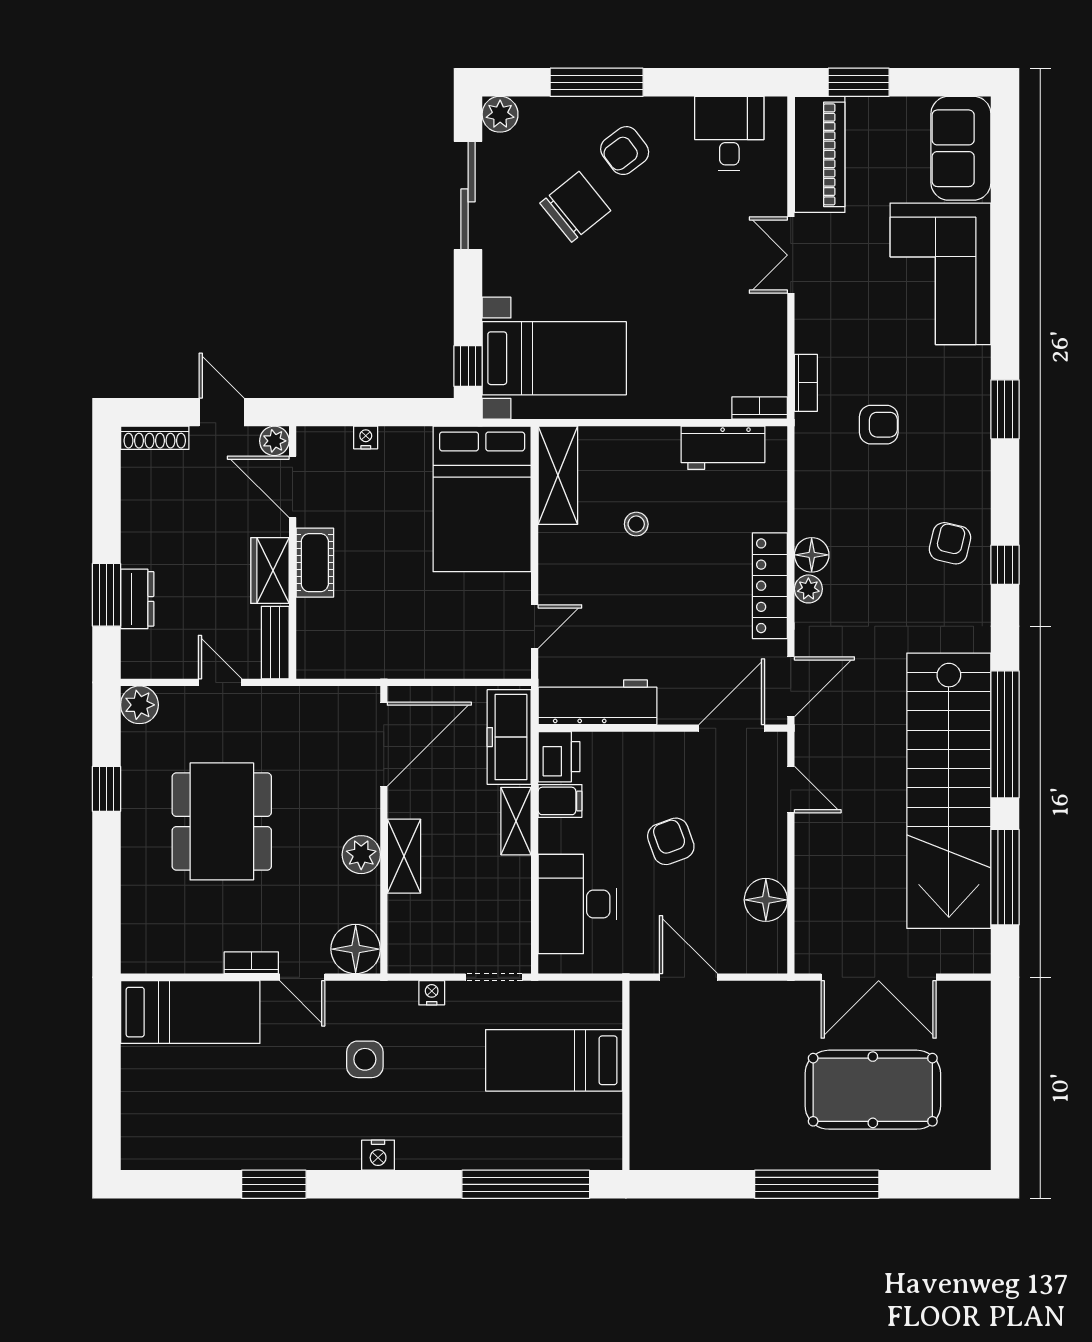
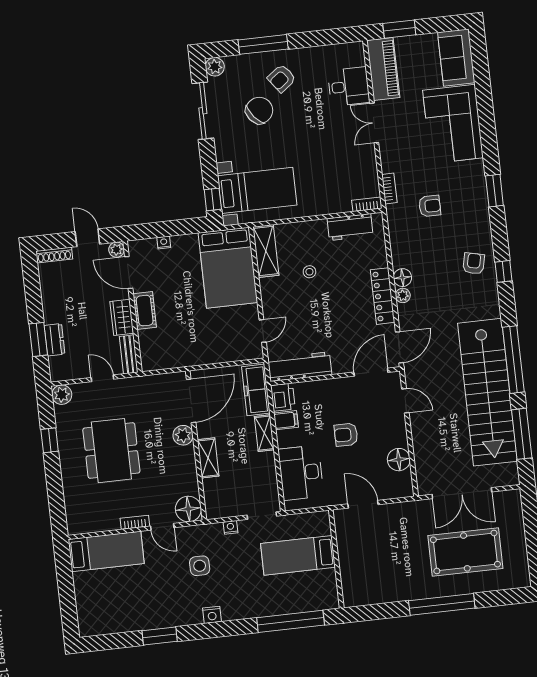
desk: (729, 134) -> (349, 87), moved, turned 90
armchair: (671, 841) -> (346, 435), turned -70
plant: (361, 855) -> (183, 435), moved

